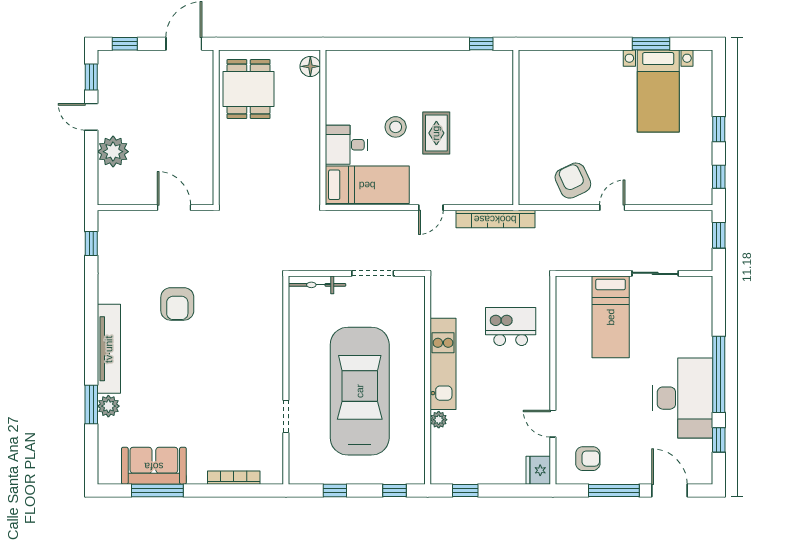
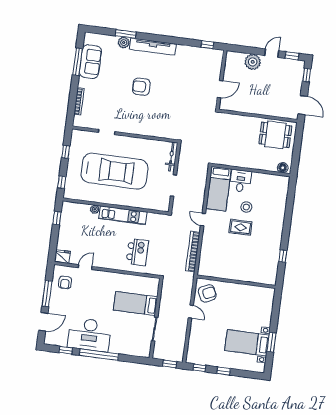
wall: (516, 128) -> (236, 282), moved
armchair: (177, 304) -> (141, 87), moved

